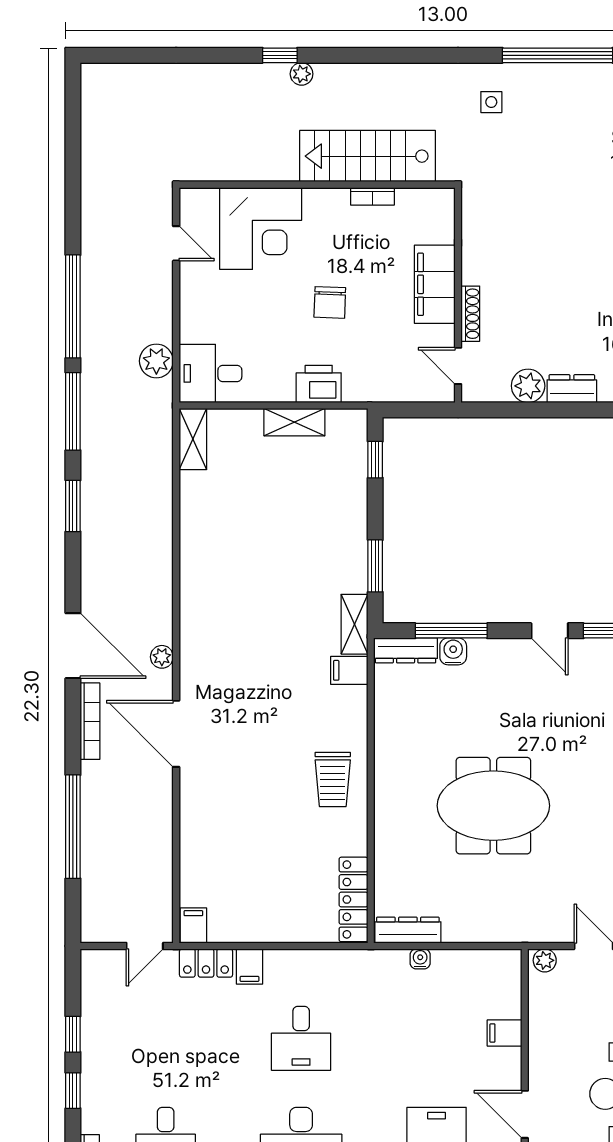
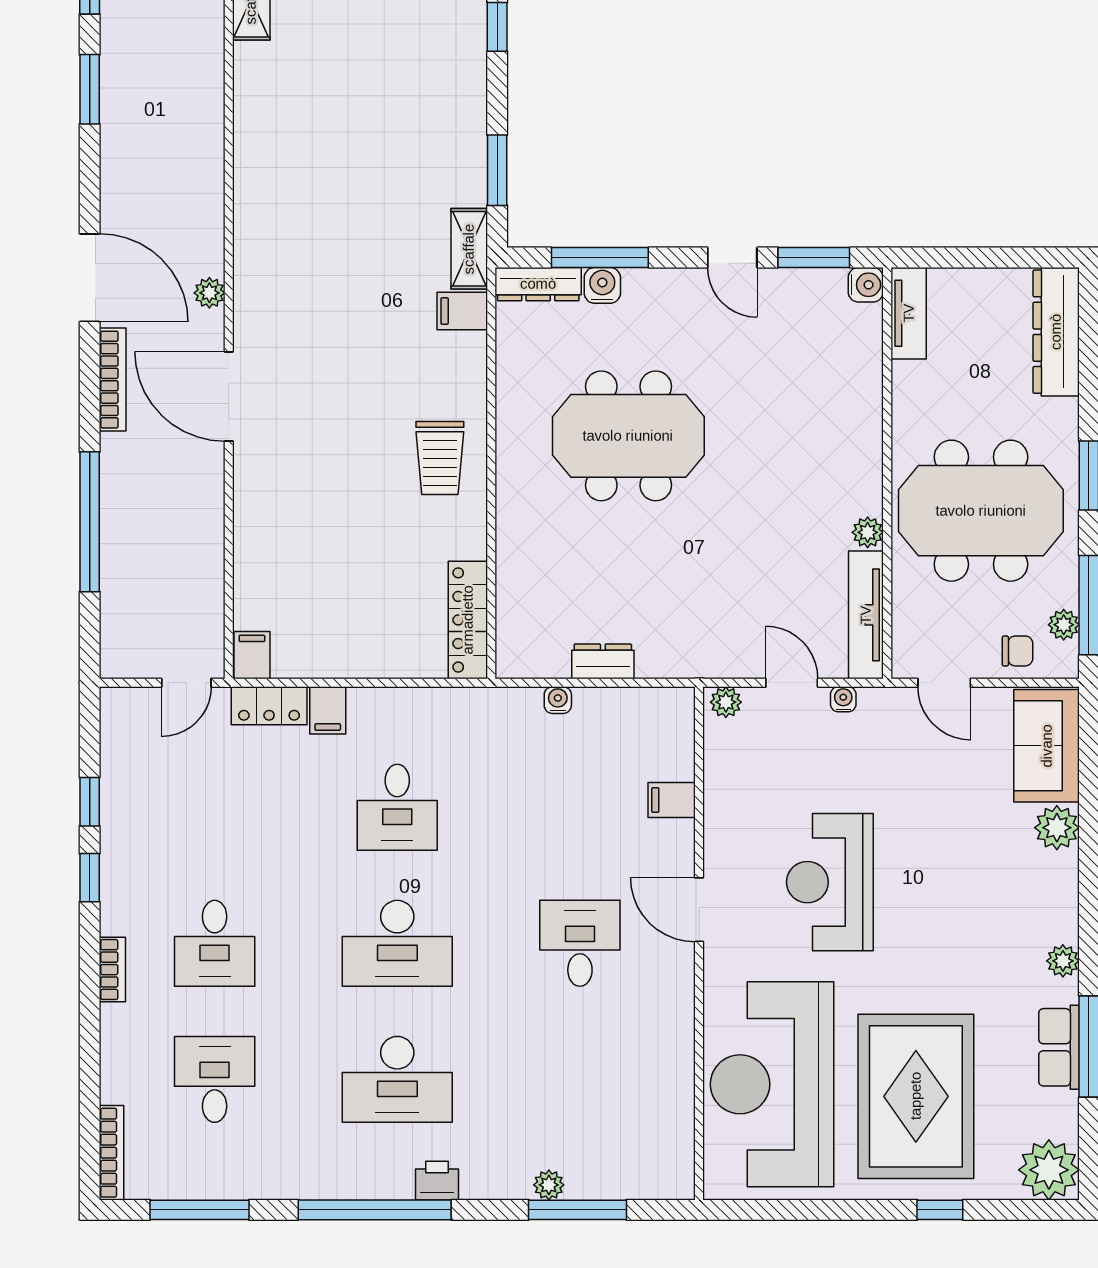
meeting table: (493, 806) -> (628, 436), moved
dresser: (408, 930) -> (603, 661), moved, width x0.70

